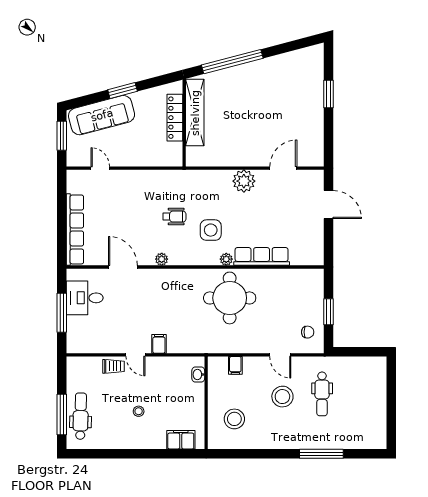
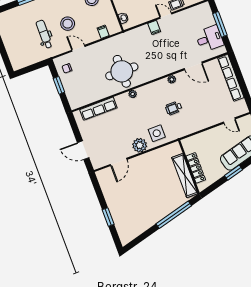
side table: (211, 230) -> (157, 133), moved
row of seats: (262, 256) -> (98, 109), moved

